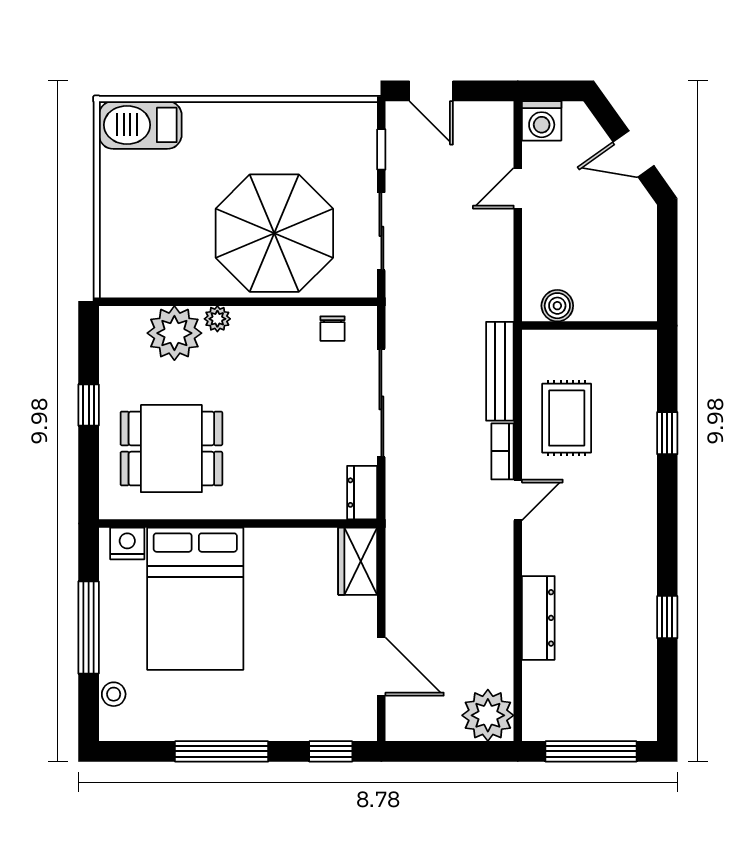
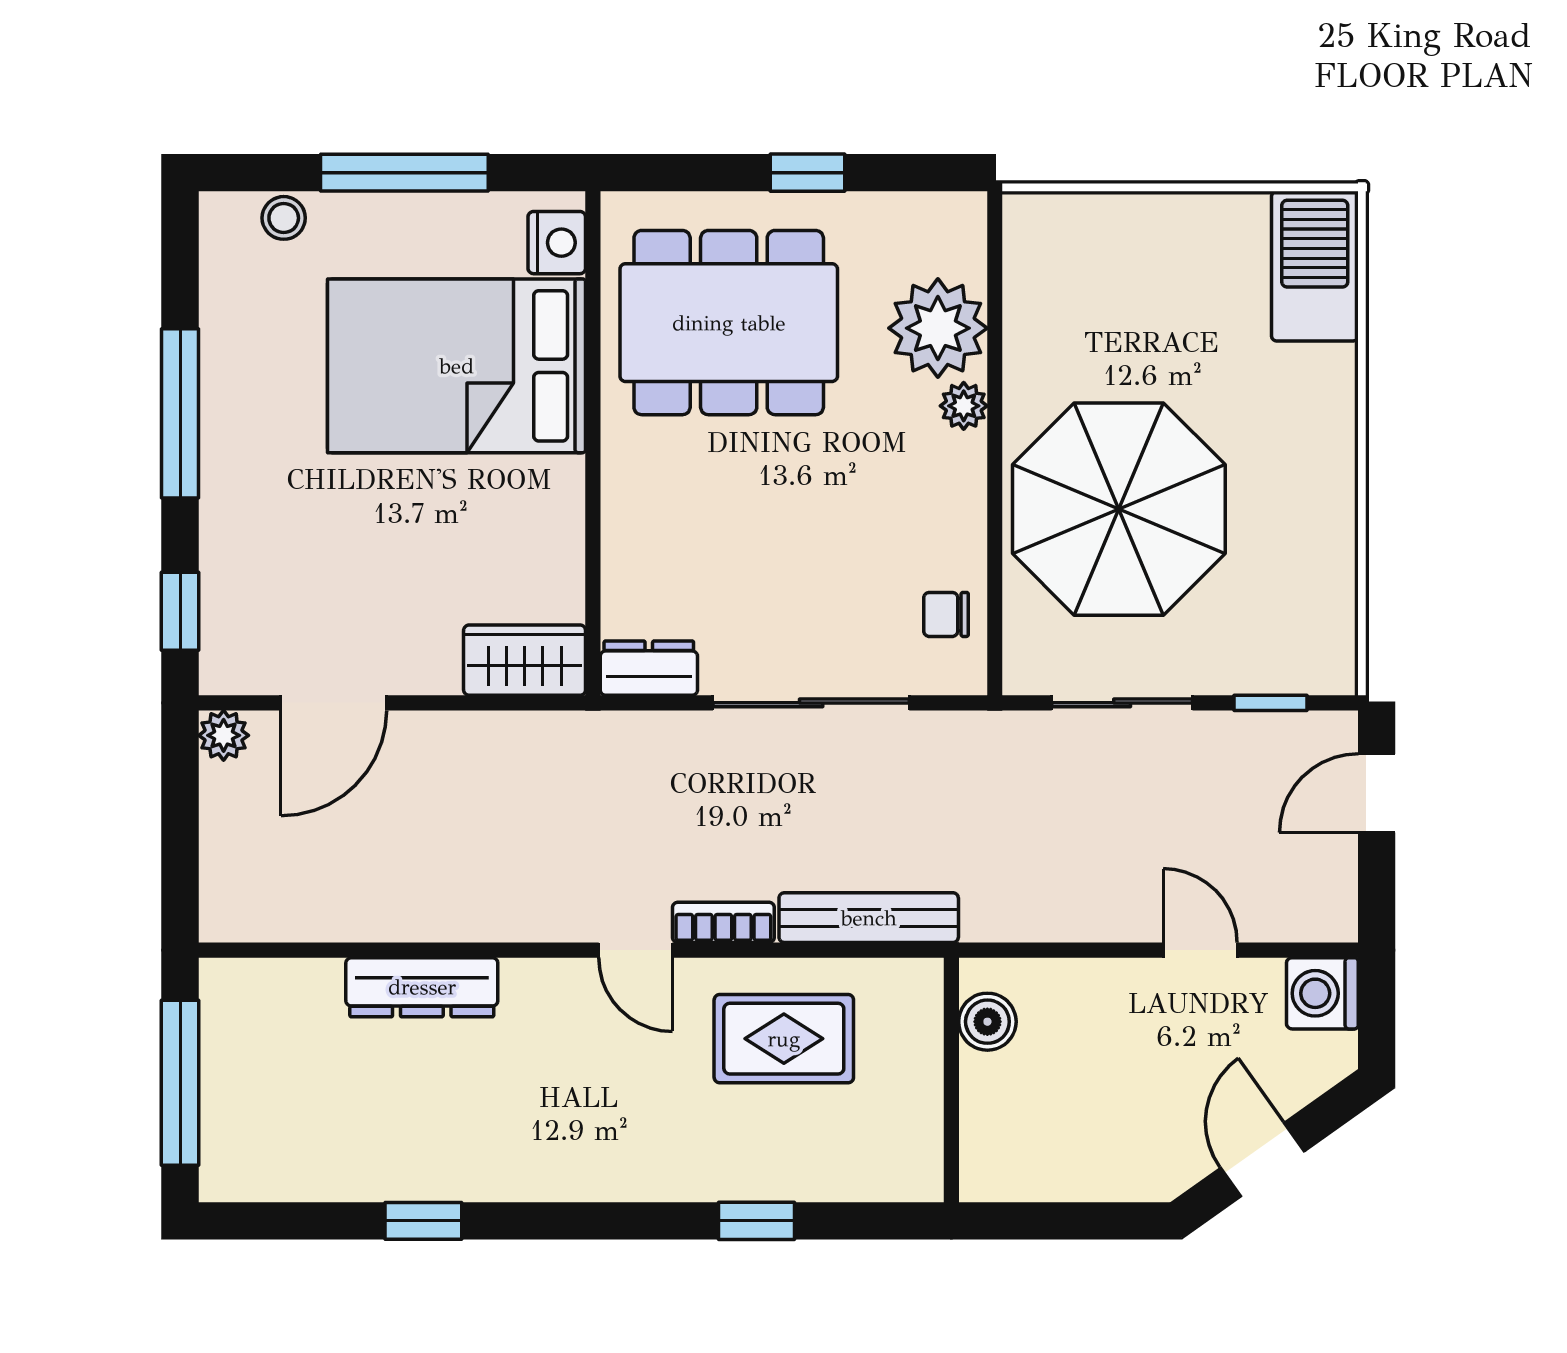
dining table: (171, 449) -> (729, 323), width x1.38
plant: (488, 715) -> (224, 735), moved, width x0.53, depth x0.53

